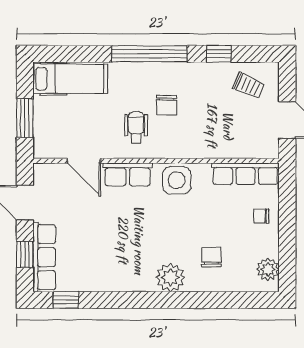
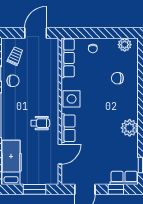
chair: (166, 105) -> (13, 81), moved
wheelchair: (136, 128) -> (40, 123), turned 180
row of seats: (44, 257) -> (124, 178), width x0.68
plant: (170, 278) -> (130, 128), moved

